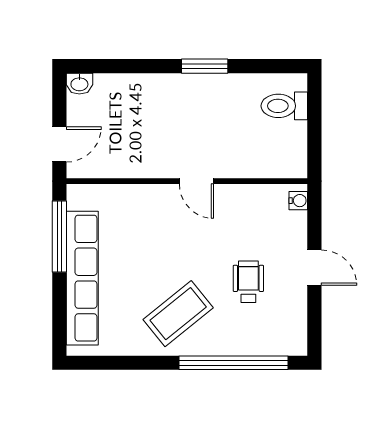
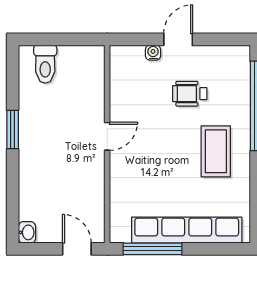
water cooler: (298, 201) -> (153, 53), moved
coffee table: (178, 314) -> (216, 151), turned 39

